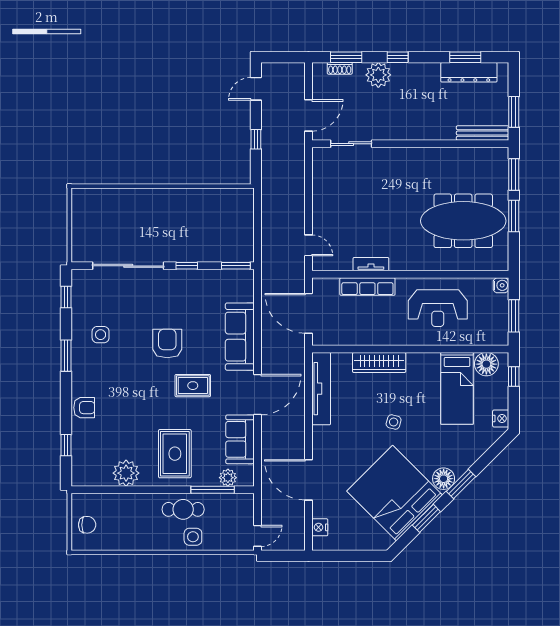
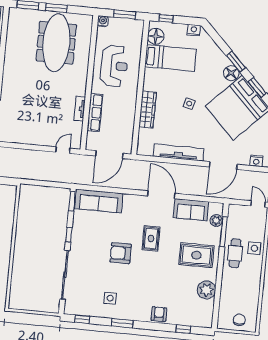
sofa: (240, 337) -> (99, 201), moved
tv unit: (321, 389) -> (179, 153), moved

